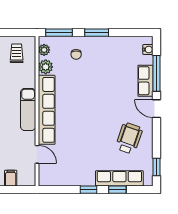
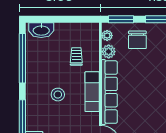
trolley: (17, 53) -> (76, 56), moved
chair: (76, 54) -> (137, 40), width x1.87, depth x1.87

